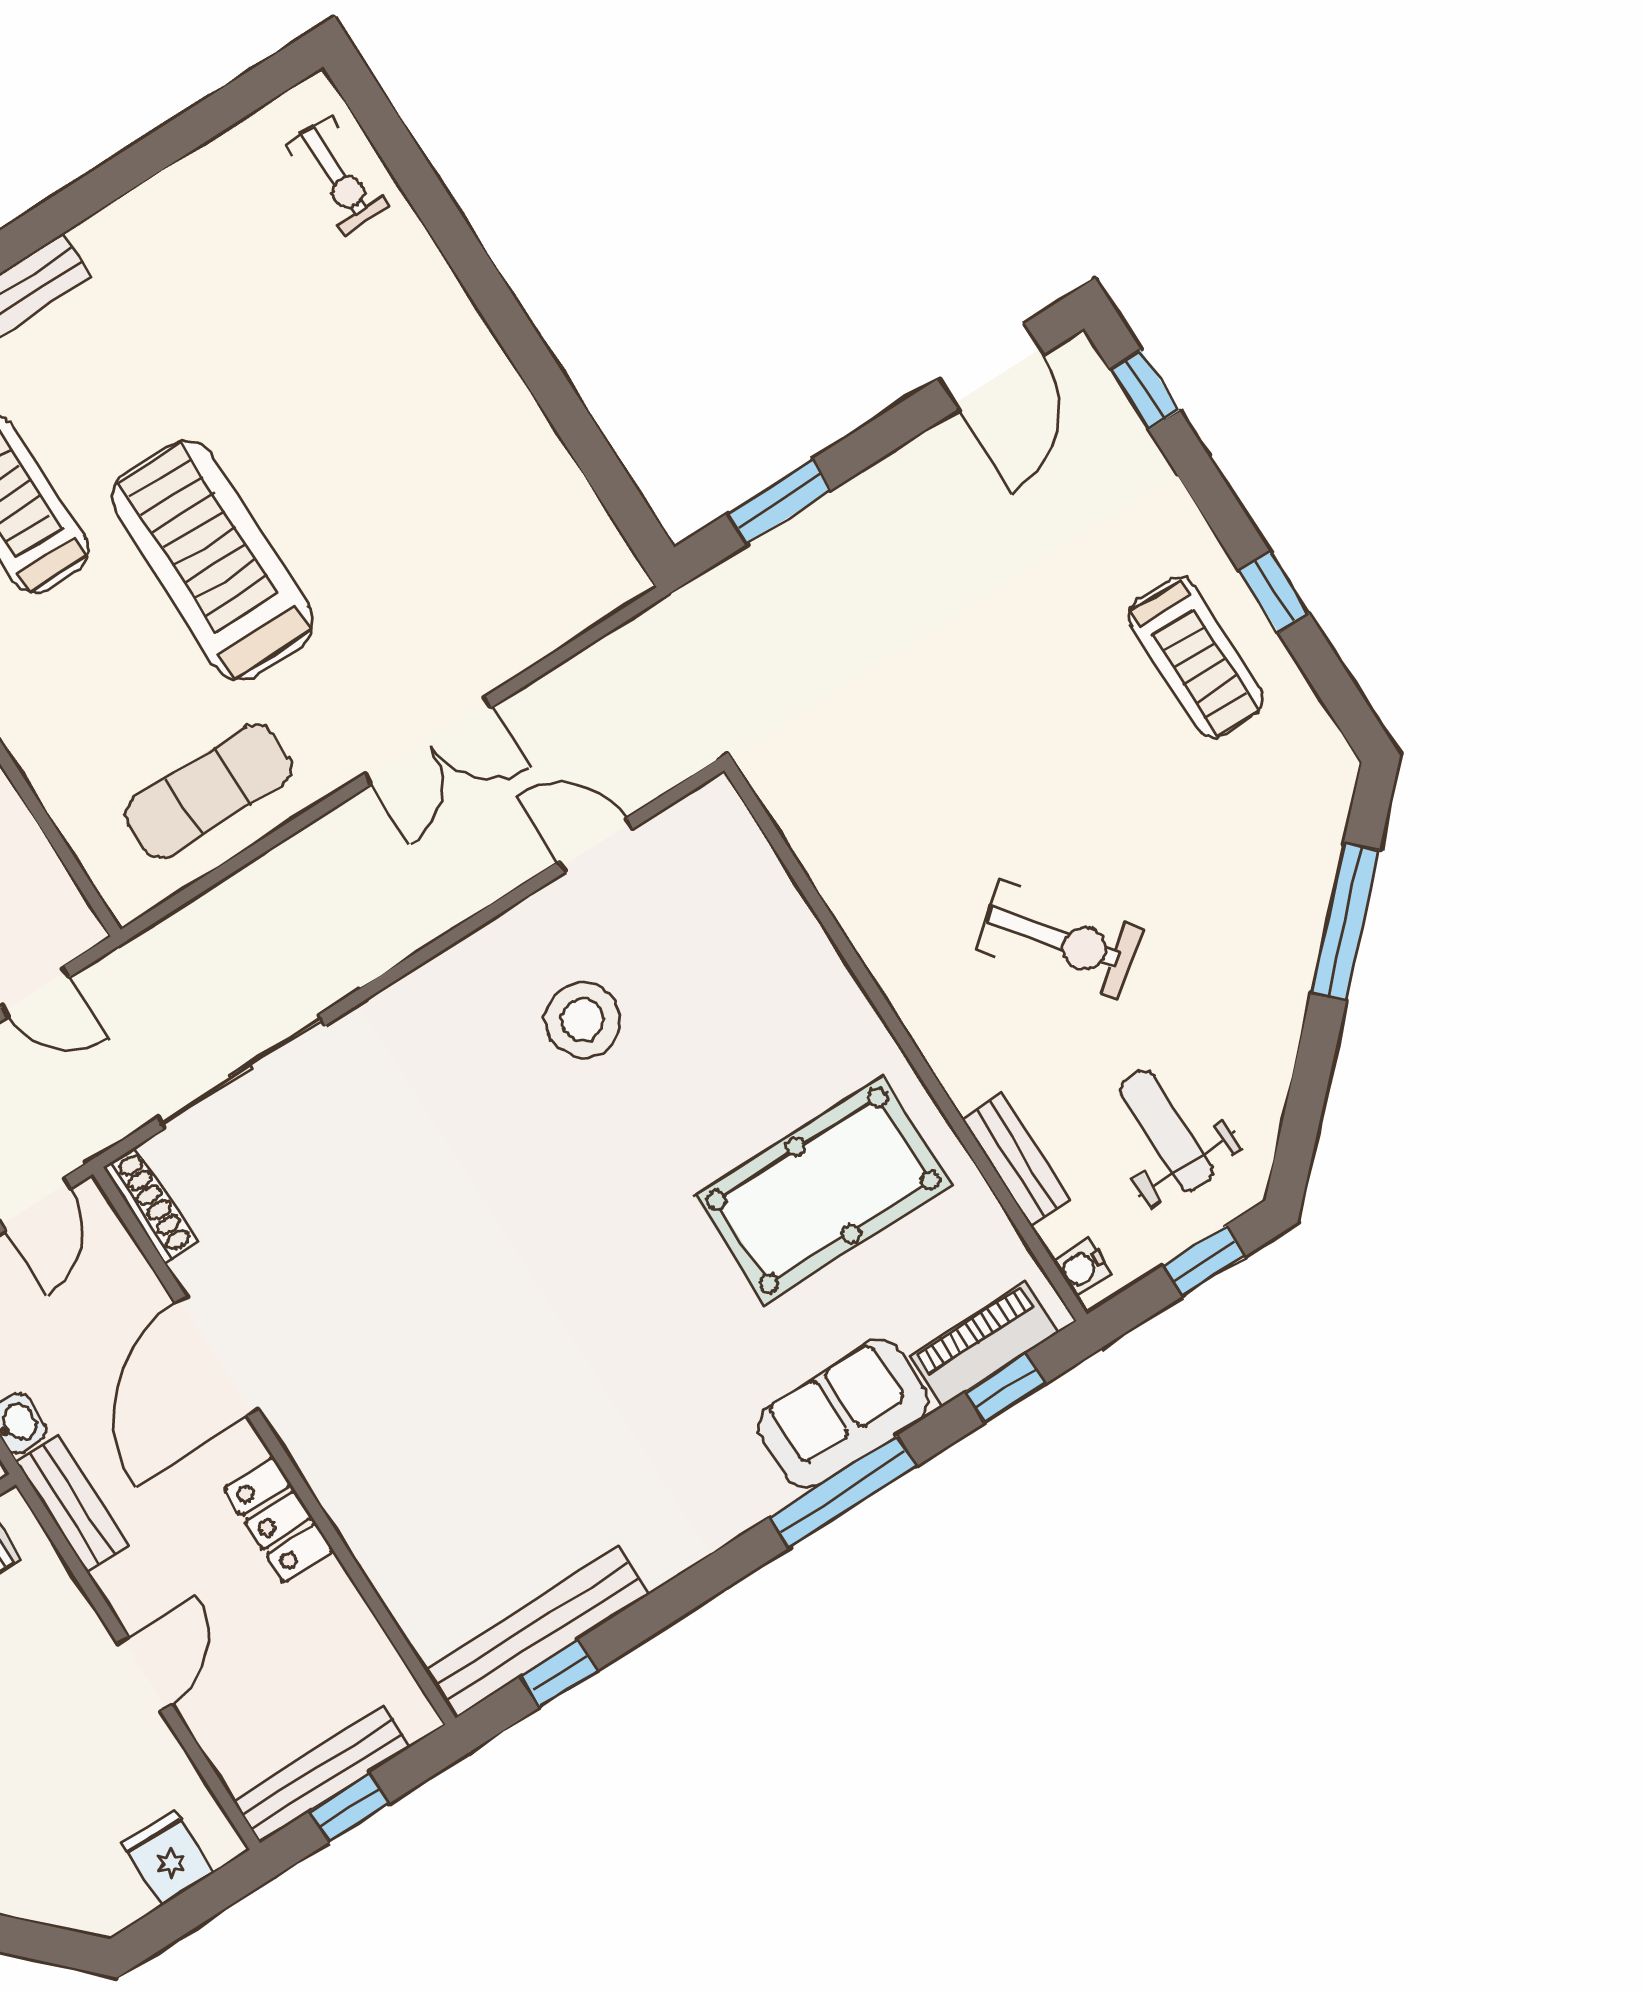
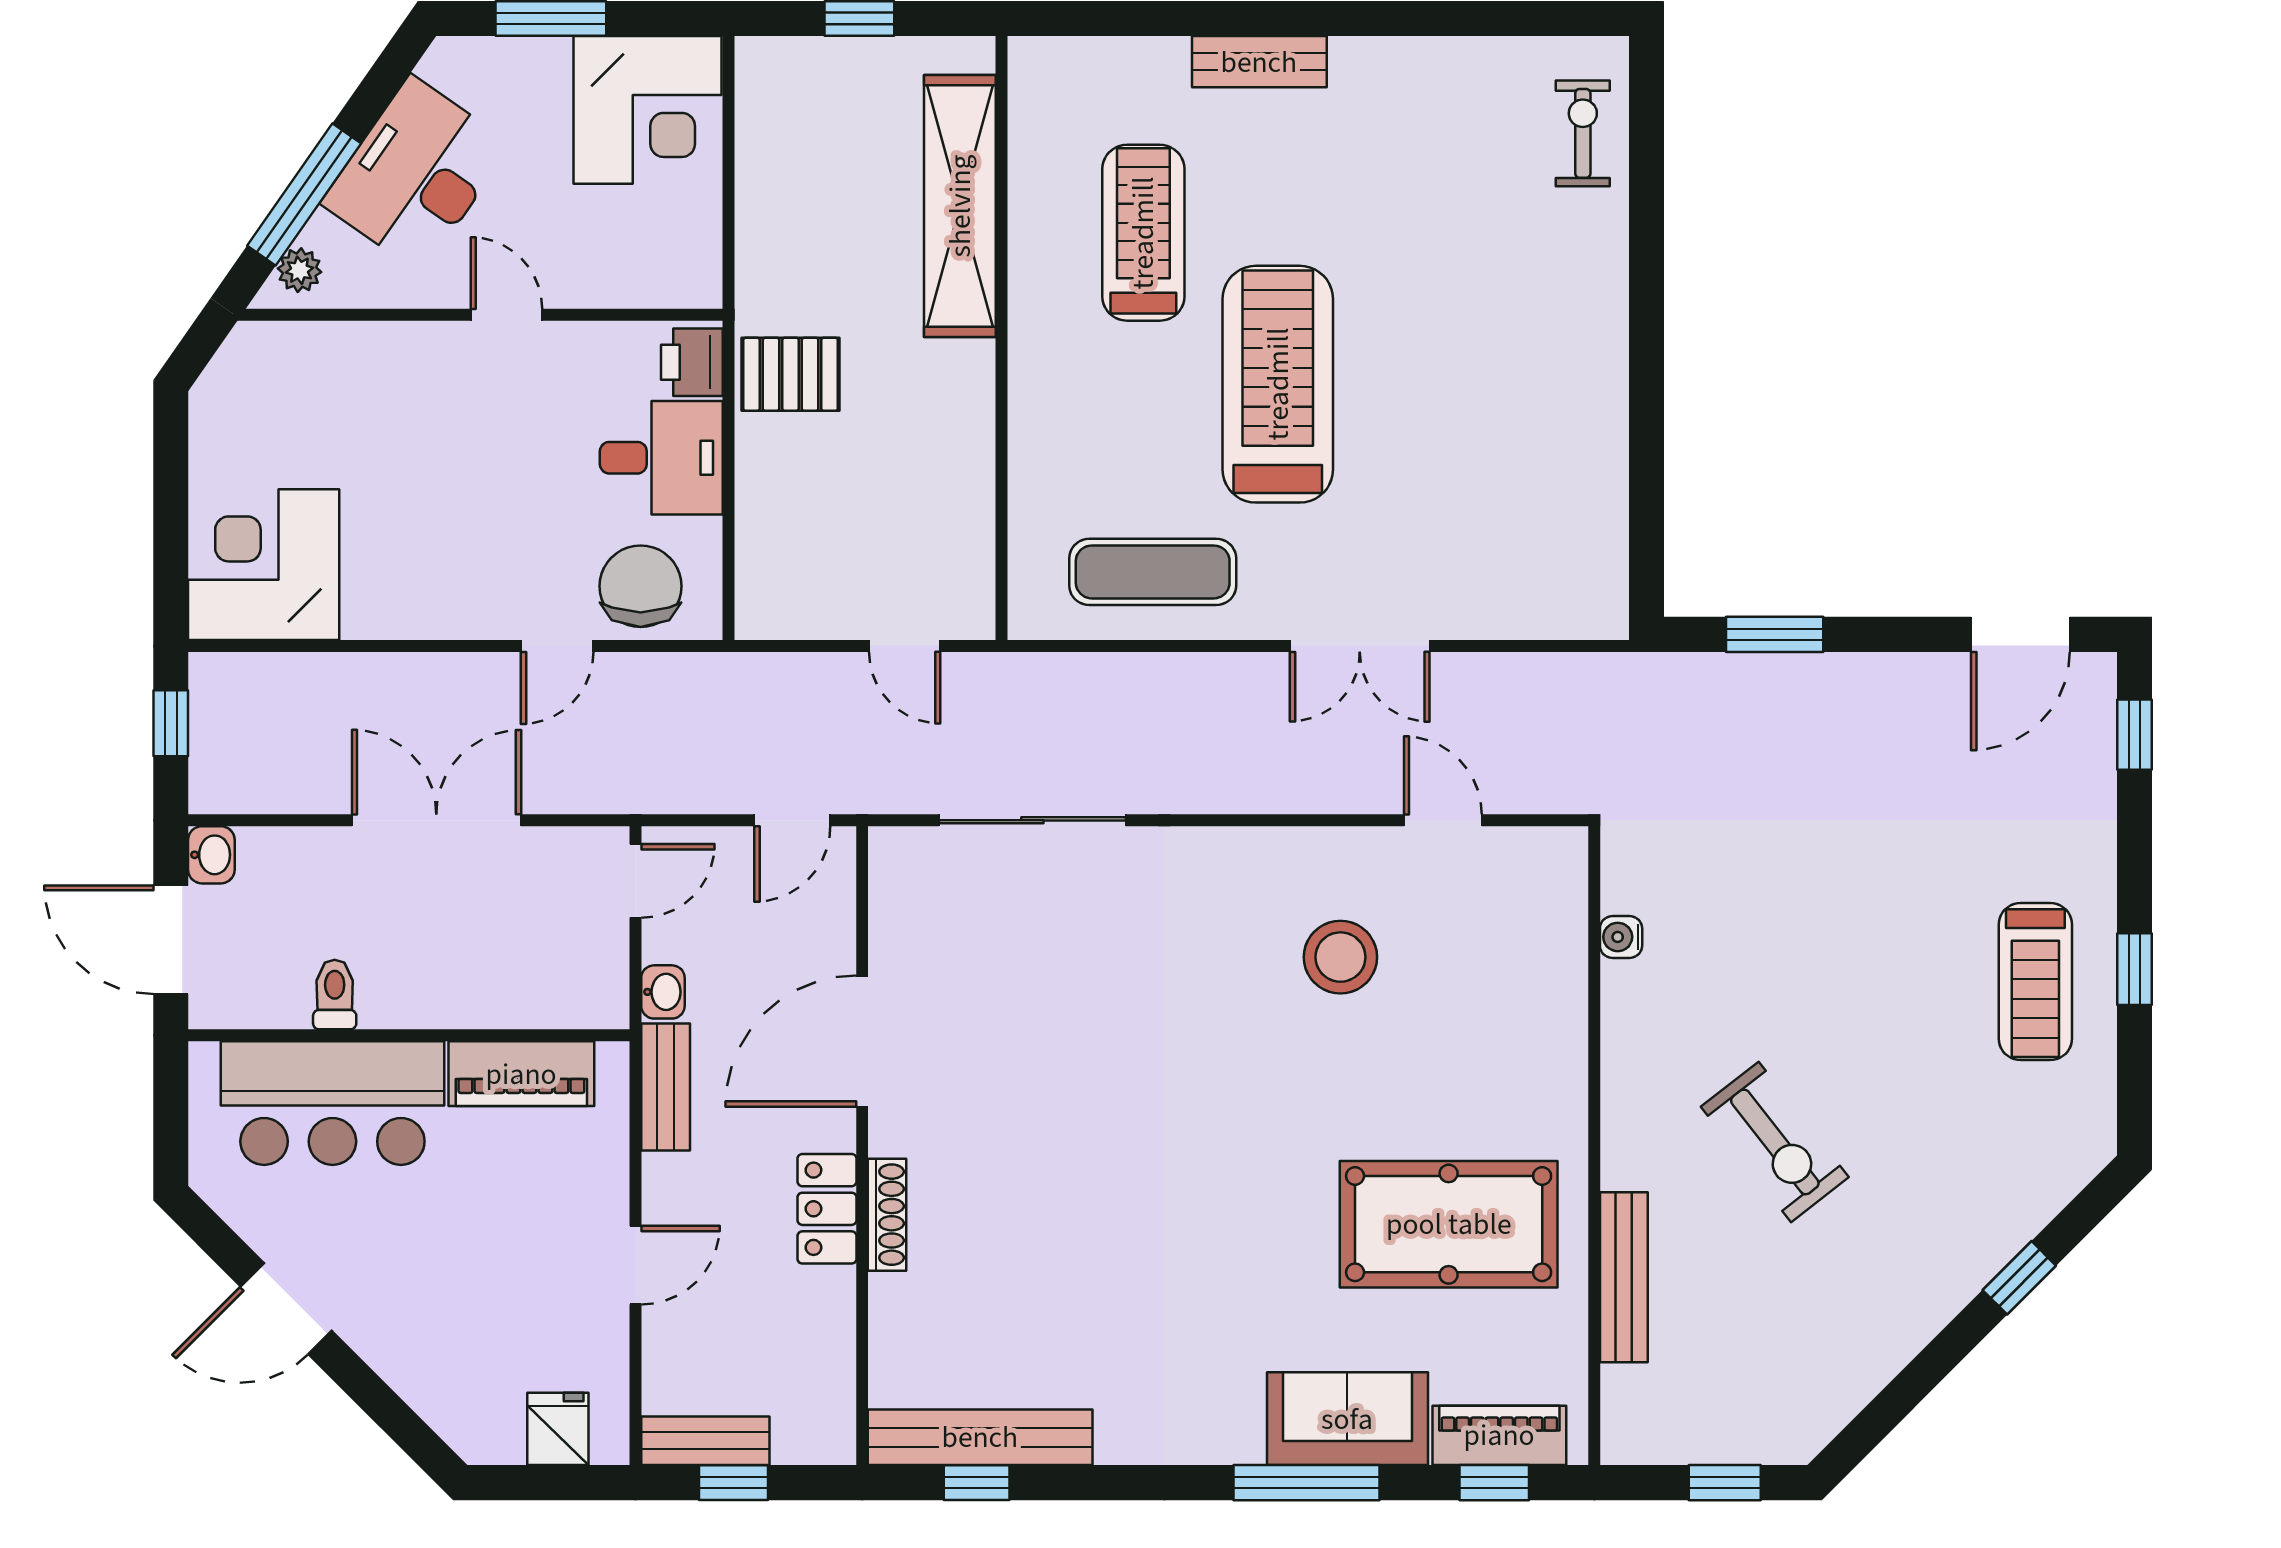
exercise bike: (337, 176) -> (1583, 133), turned 180
window: (1345, 922) -> (2019, 1278), width x0.46
weight bench: (1167, 1131) -> (1762, 1356), removed
bench: (1016, 1159) -> (1624, 1277), width x1.36
shoe rack: (150, 1205) -> (887, 1215), moved
water cooler: (1082, 1267) -> (1621, 937), moved
bench: (322, 1774) -> (705, 1441), width x0.73

